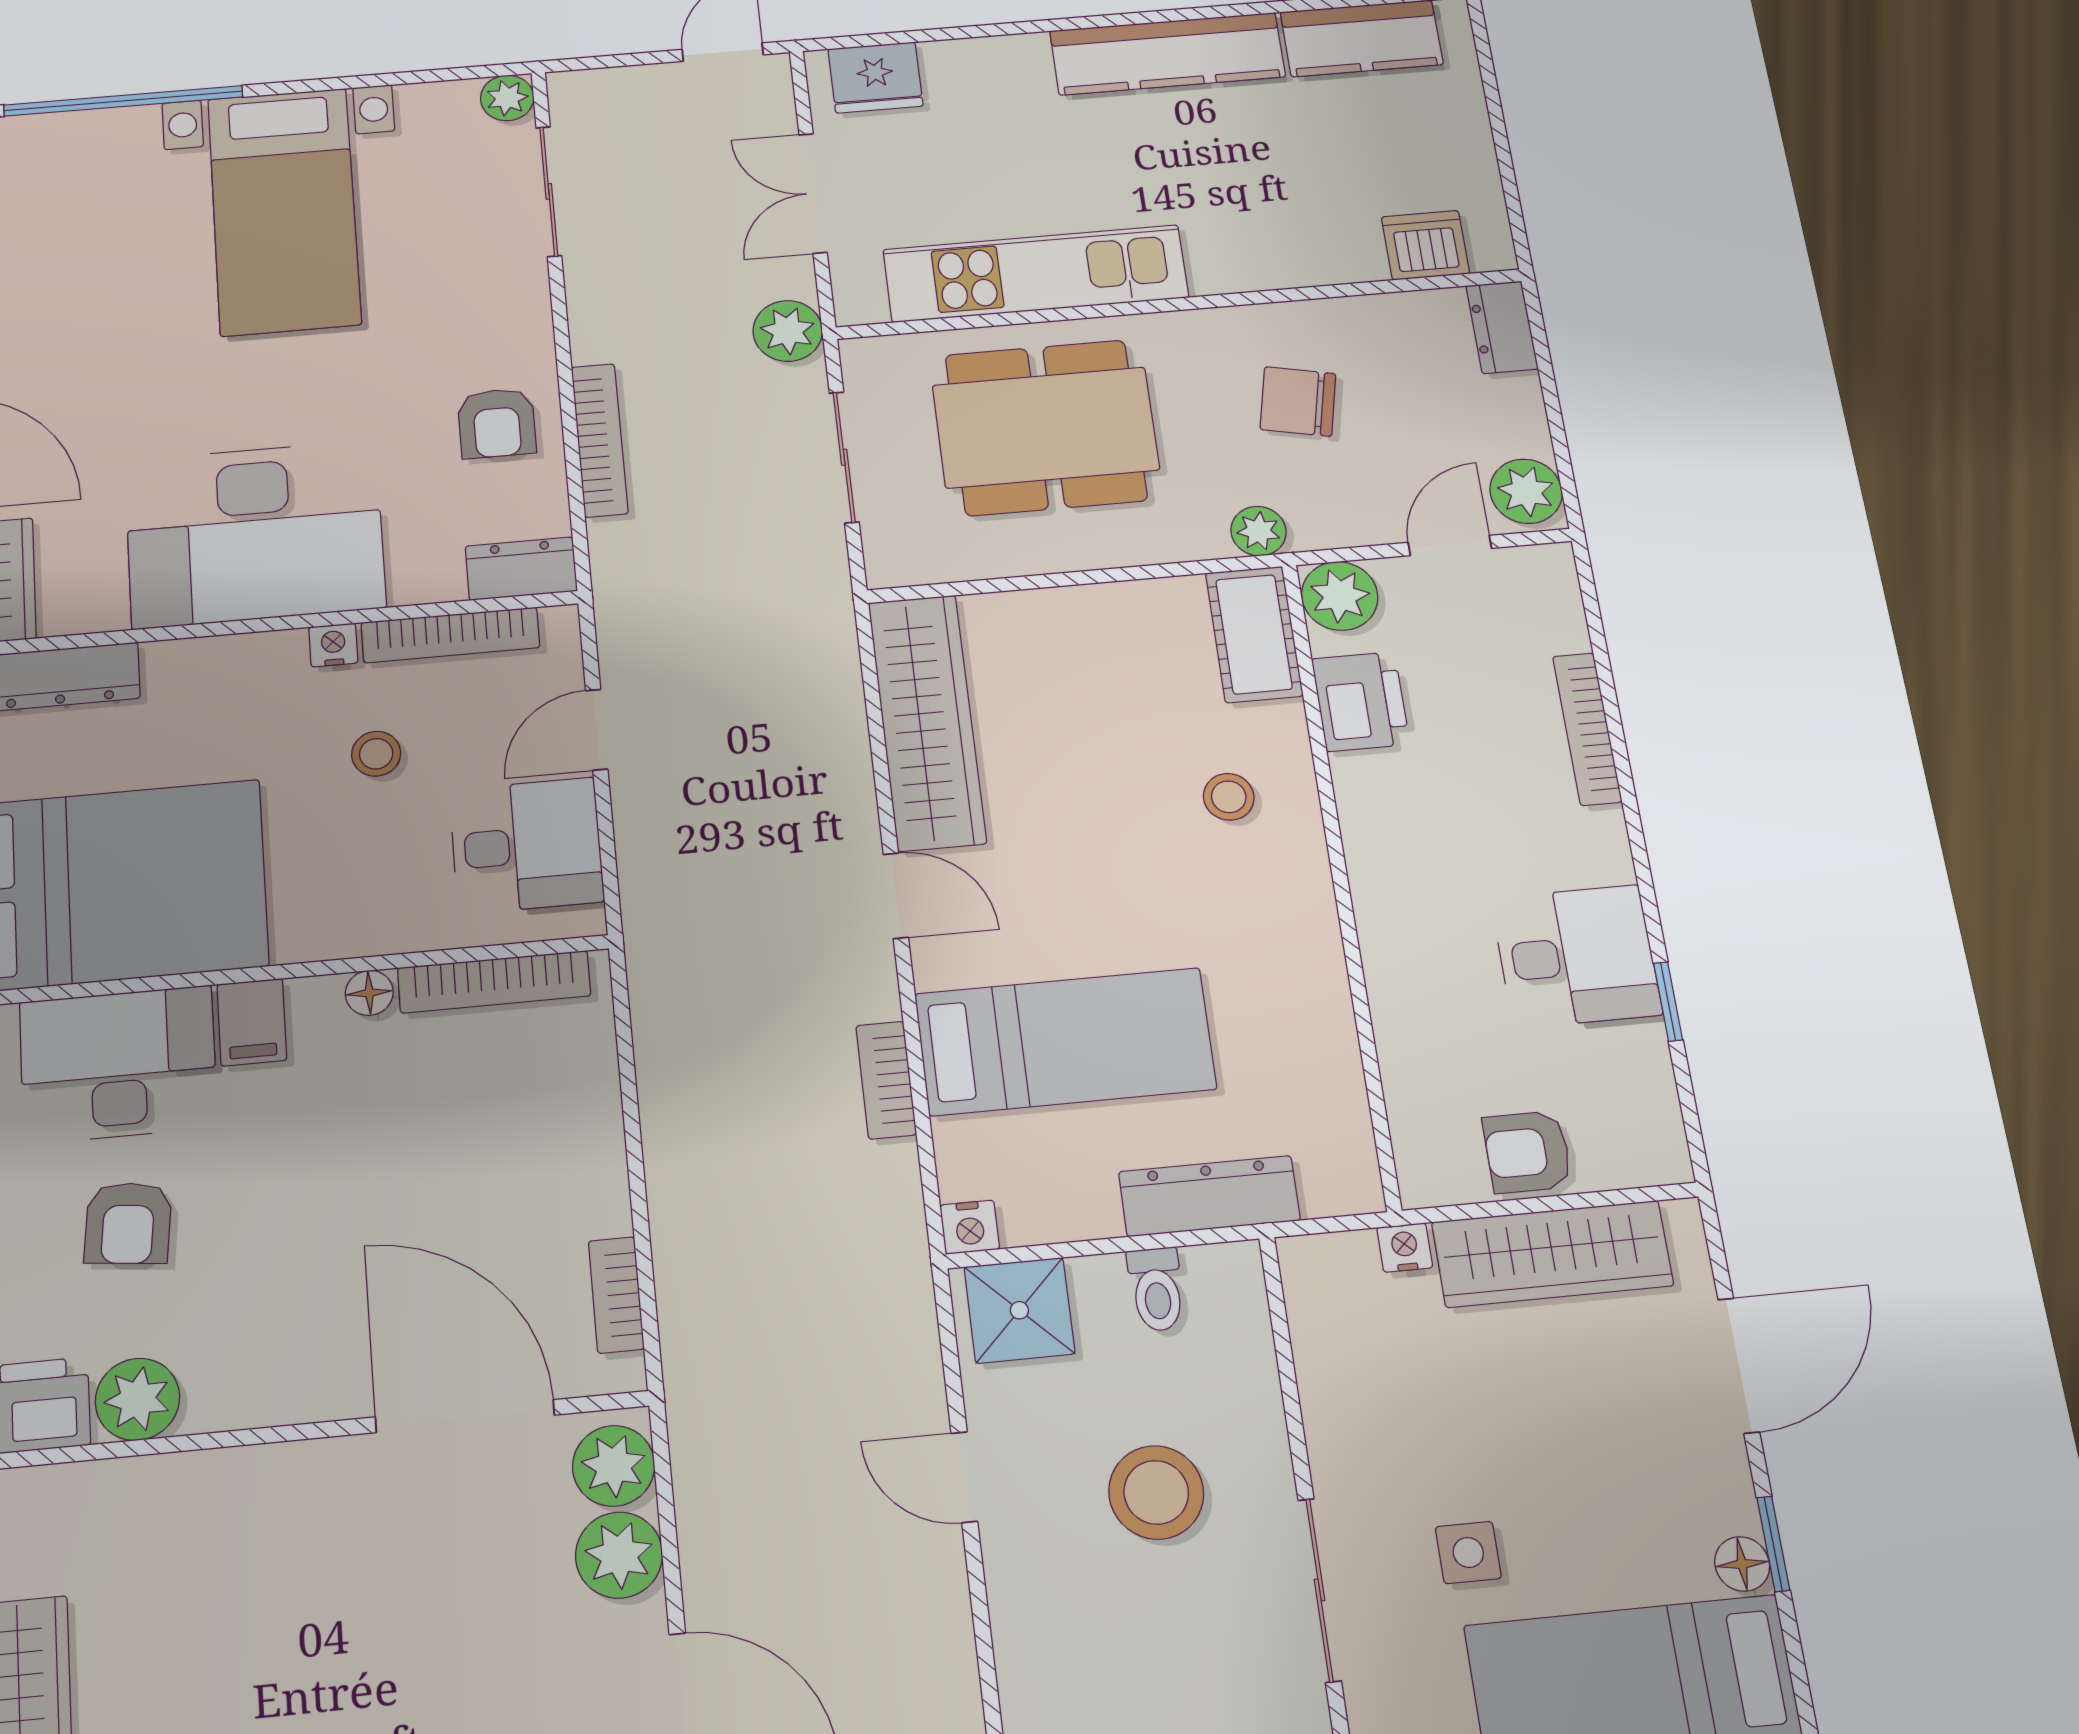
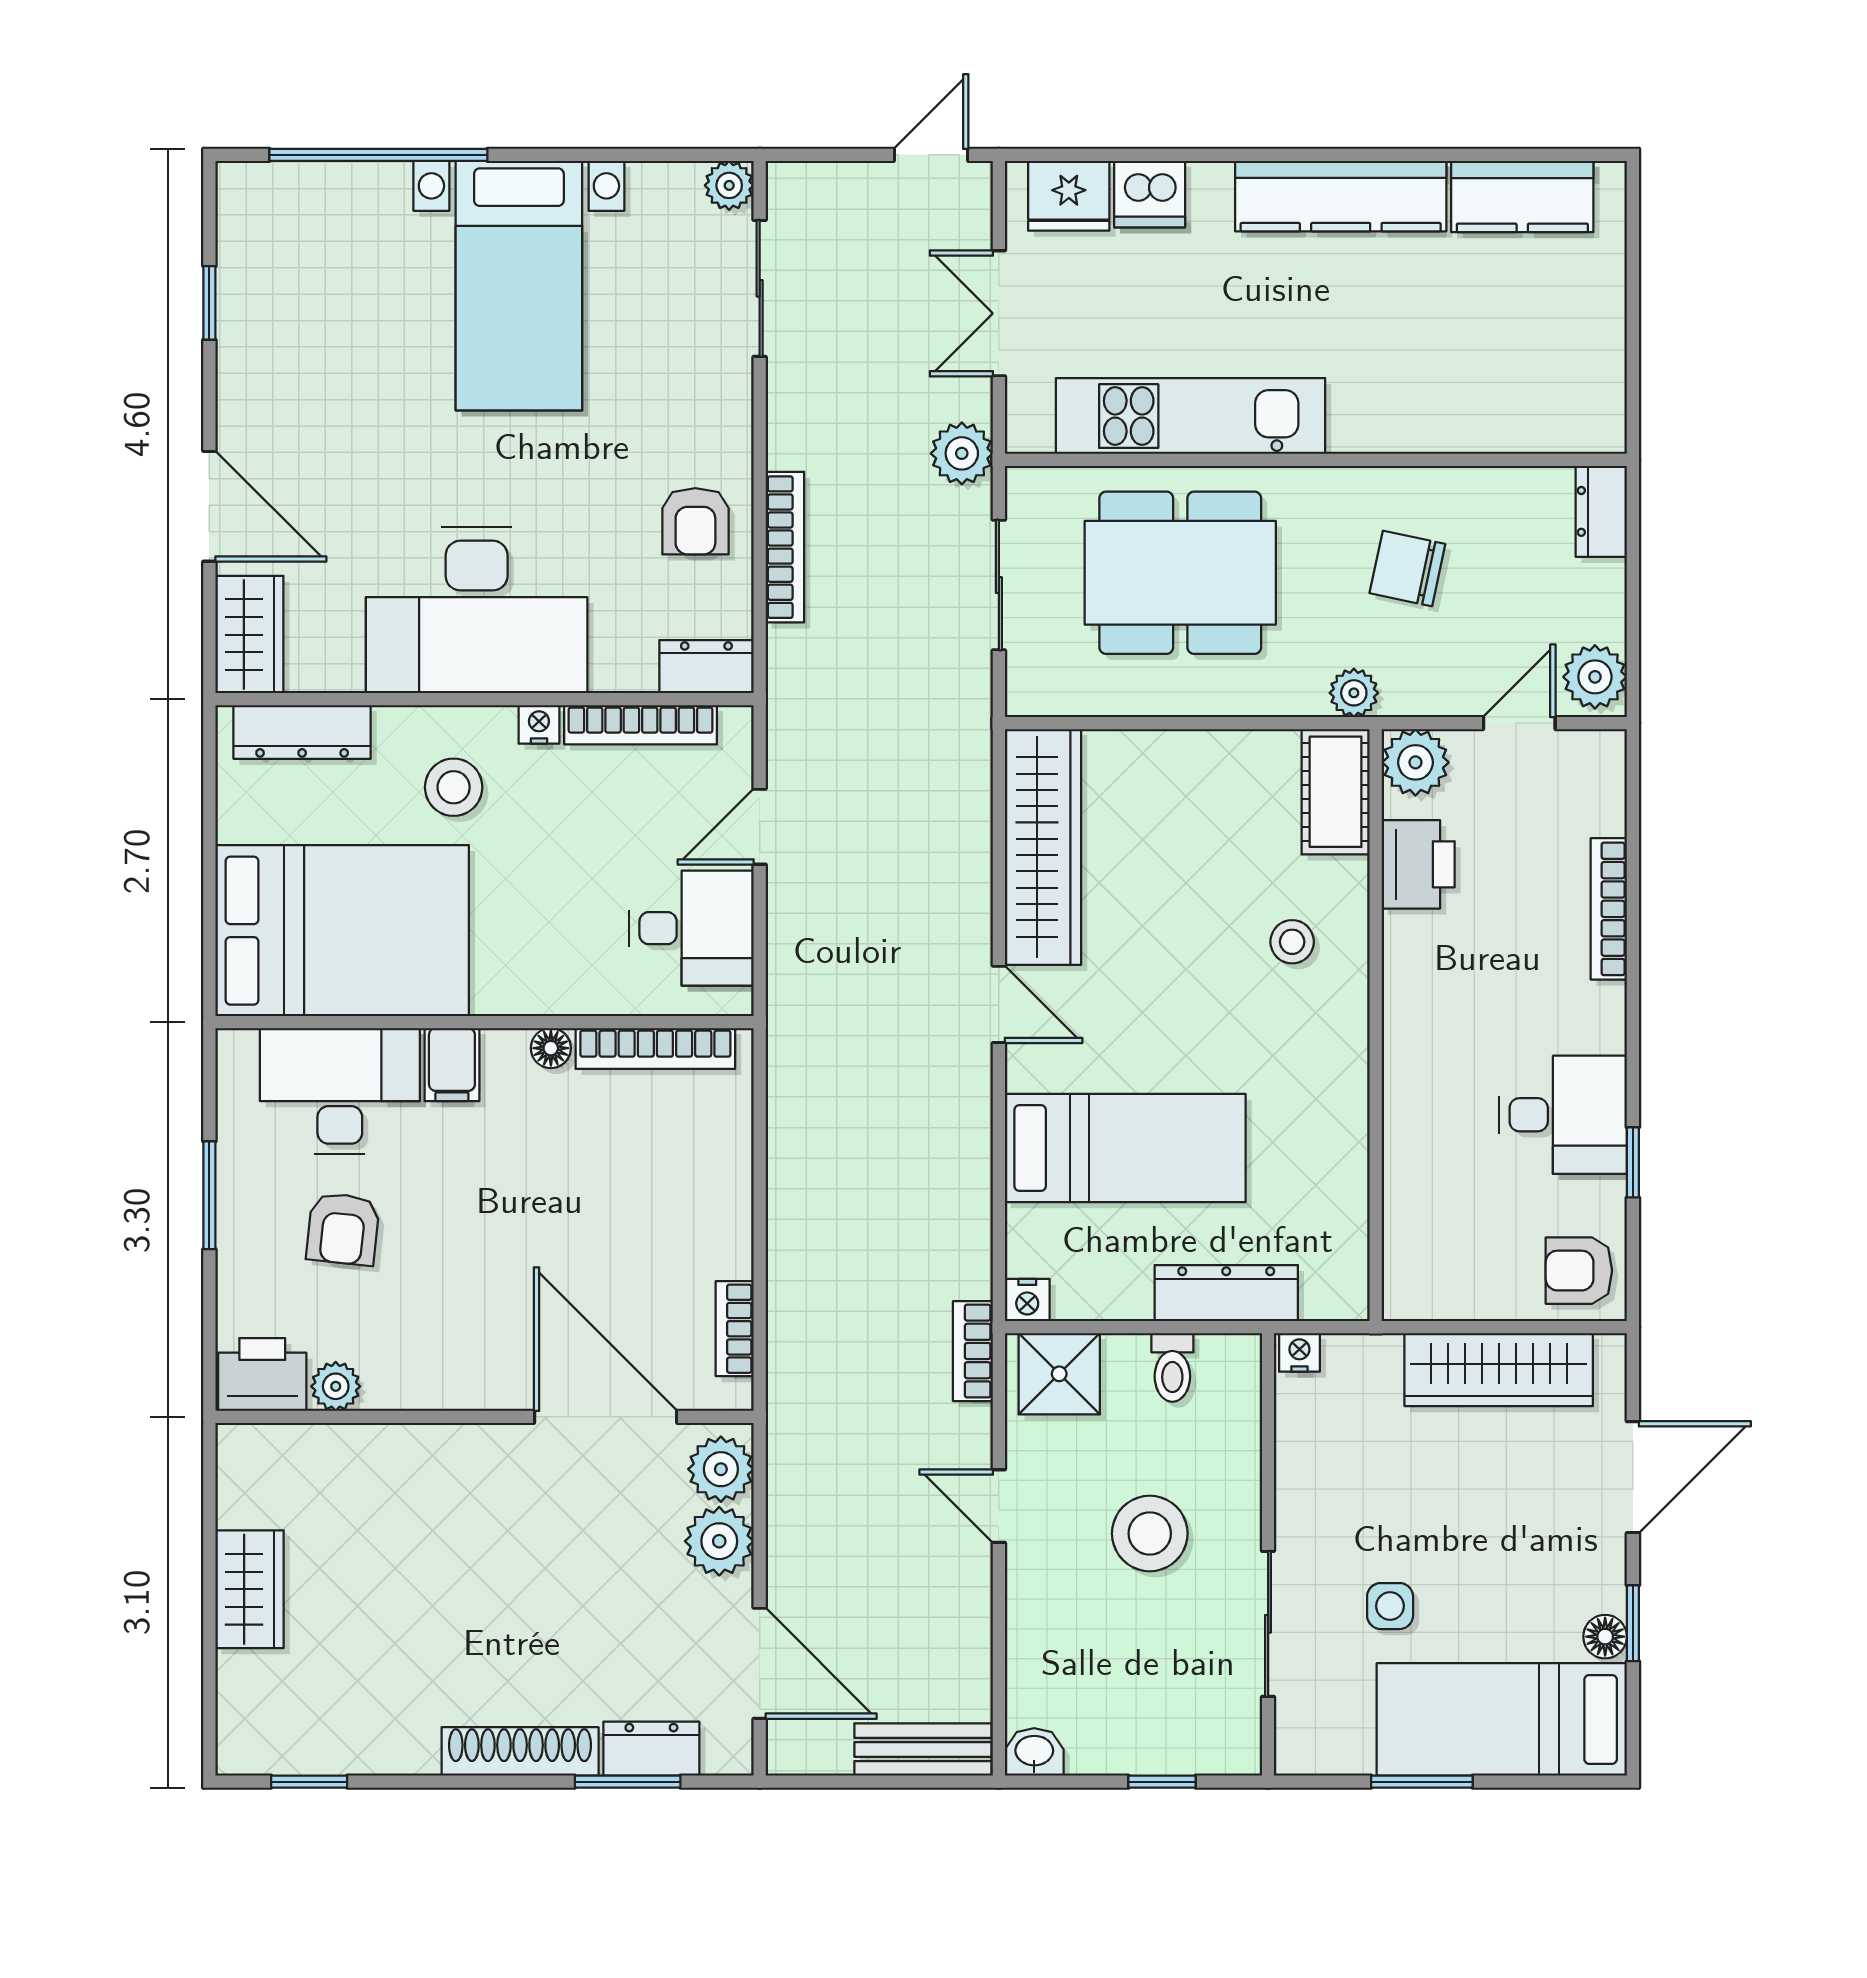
dishwasher: (1425, 245) -> (1150, 194), moved, turned 180
stool: (376, 754) -> (454, 787), moved, width x1.37, depth x1.37
bookcase: (886, 1080) -> (973, 1351), moved
armchair: (1528, 1152) -> (1579, 1271), moved
nightstand: (1405, 1248) -> (1299, 1352), moved
plant: (137, 1399) -> (336, 1386), width x0.73, depth x0.73

